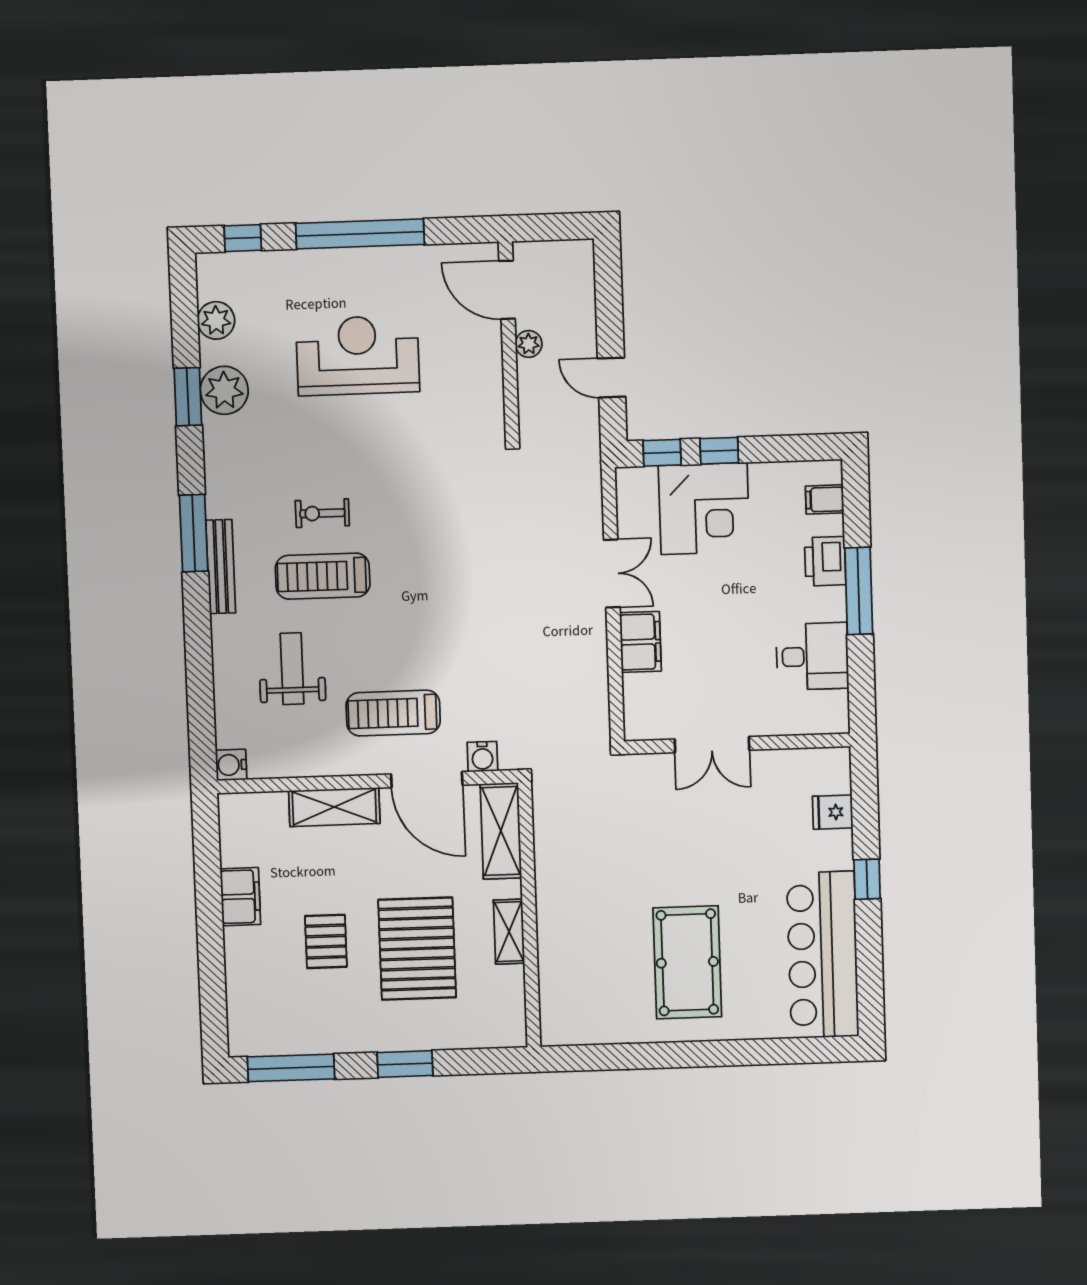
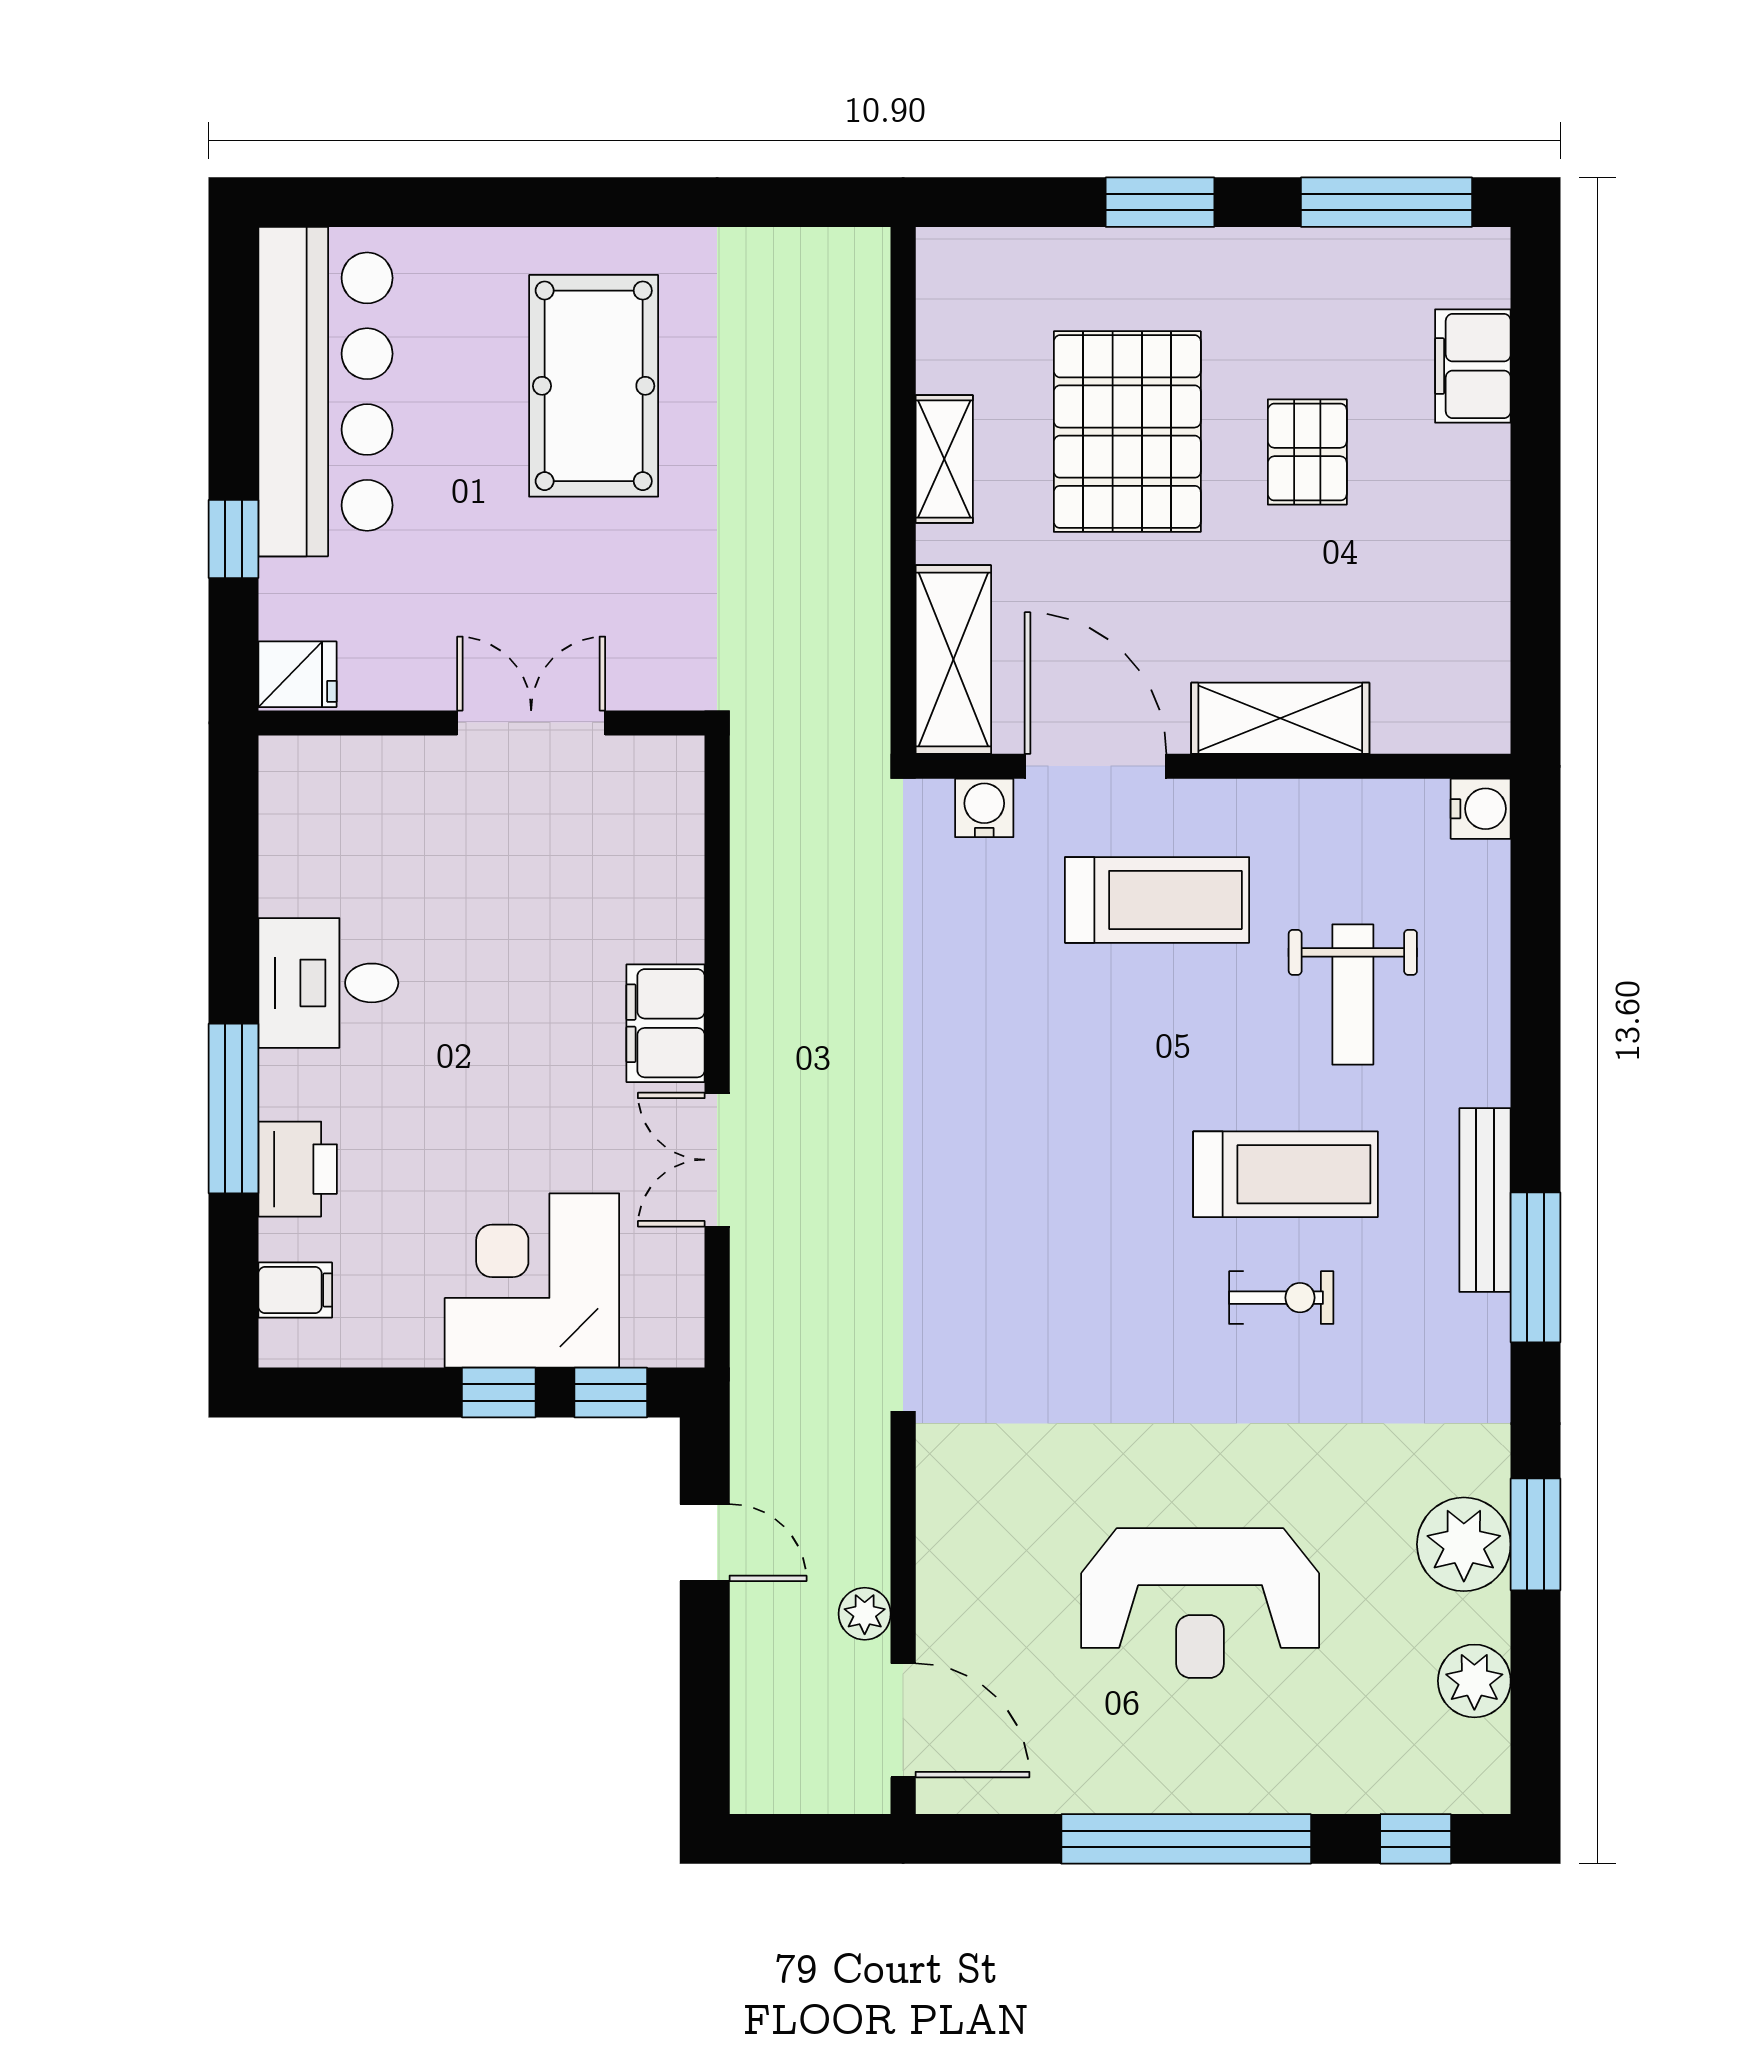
wall: (737, 744) -> (482, 723), moved
double door: (712, 745) -> (531, 723), moved
filing cabinet: (240, 897) -> (1473, 366), moved

